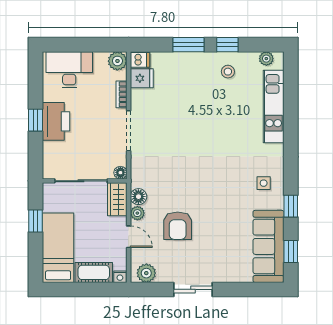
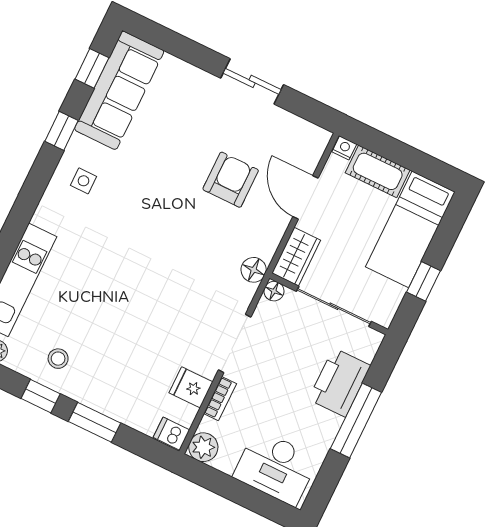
fridge: (142, 78) -> (191, 387), moved
window: (36, 120) -> (356, 421), width x2.17
printer: (56, 121) -> (339, 382), moved
floor lamp: (138, 197) -> (254, 270), moved
plant: (137, 213) -> (278, 224), removed
door: (129, 237) -> (306, 197), width x1.38
plant: (146, 273) -> (306, 135), removed

